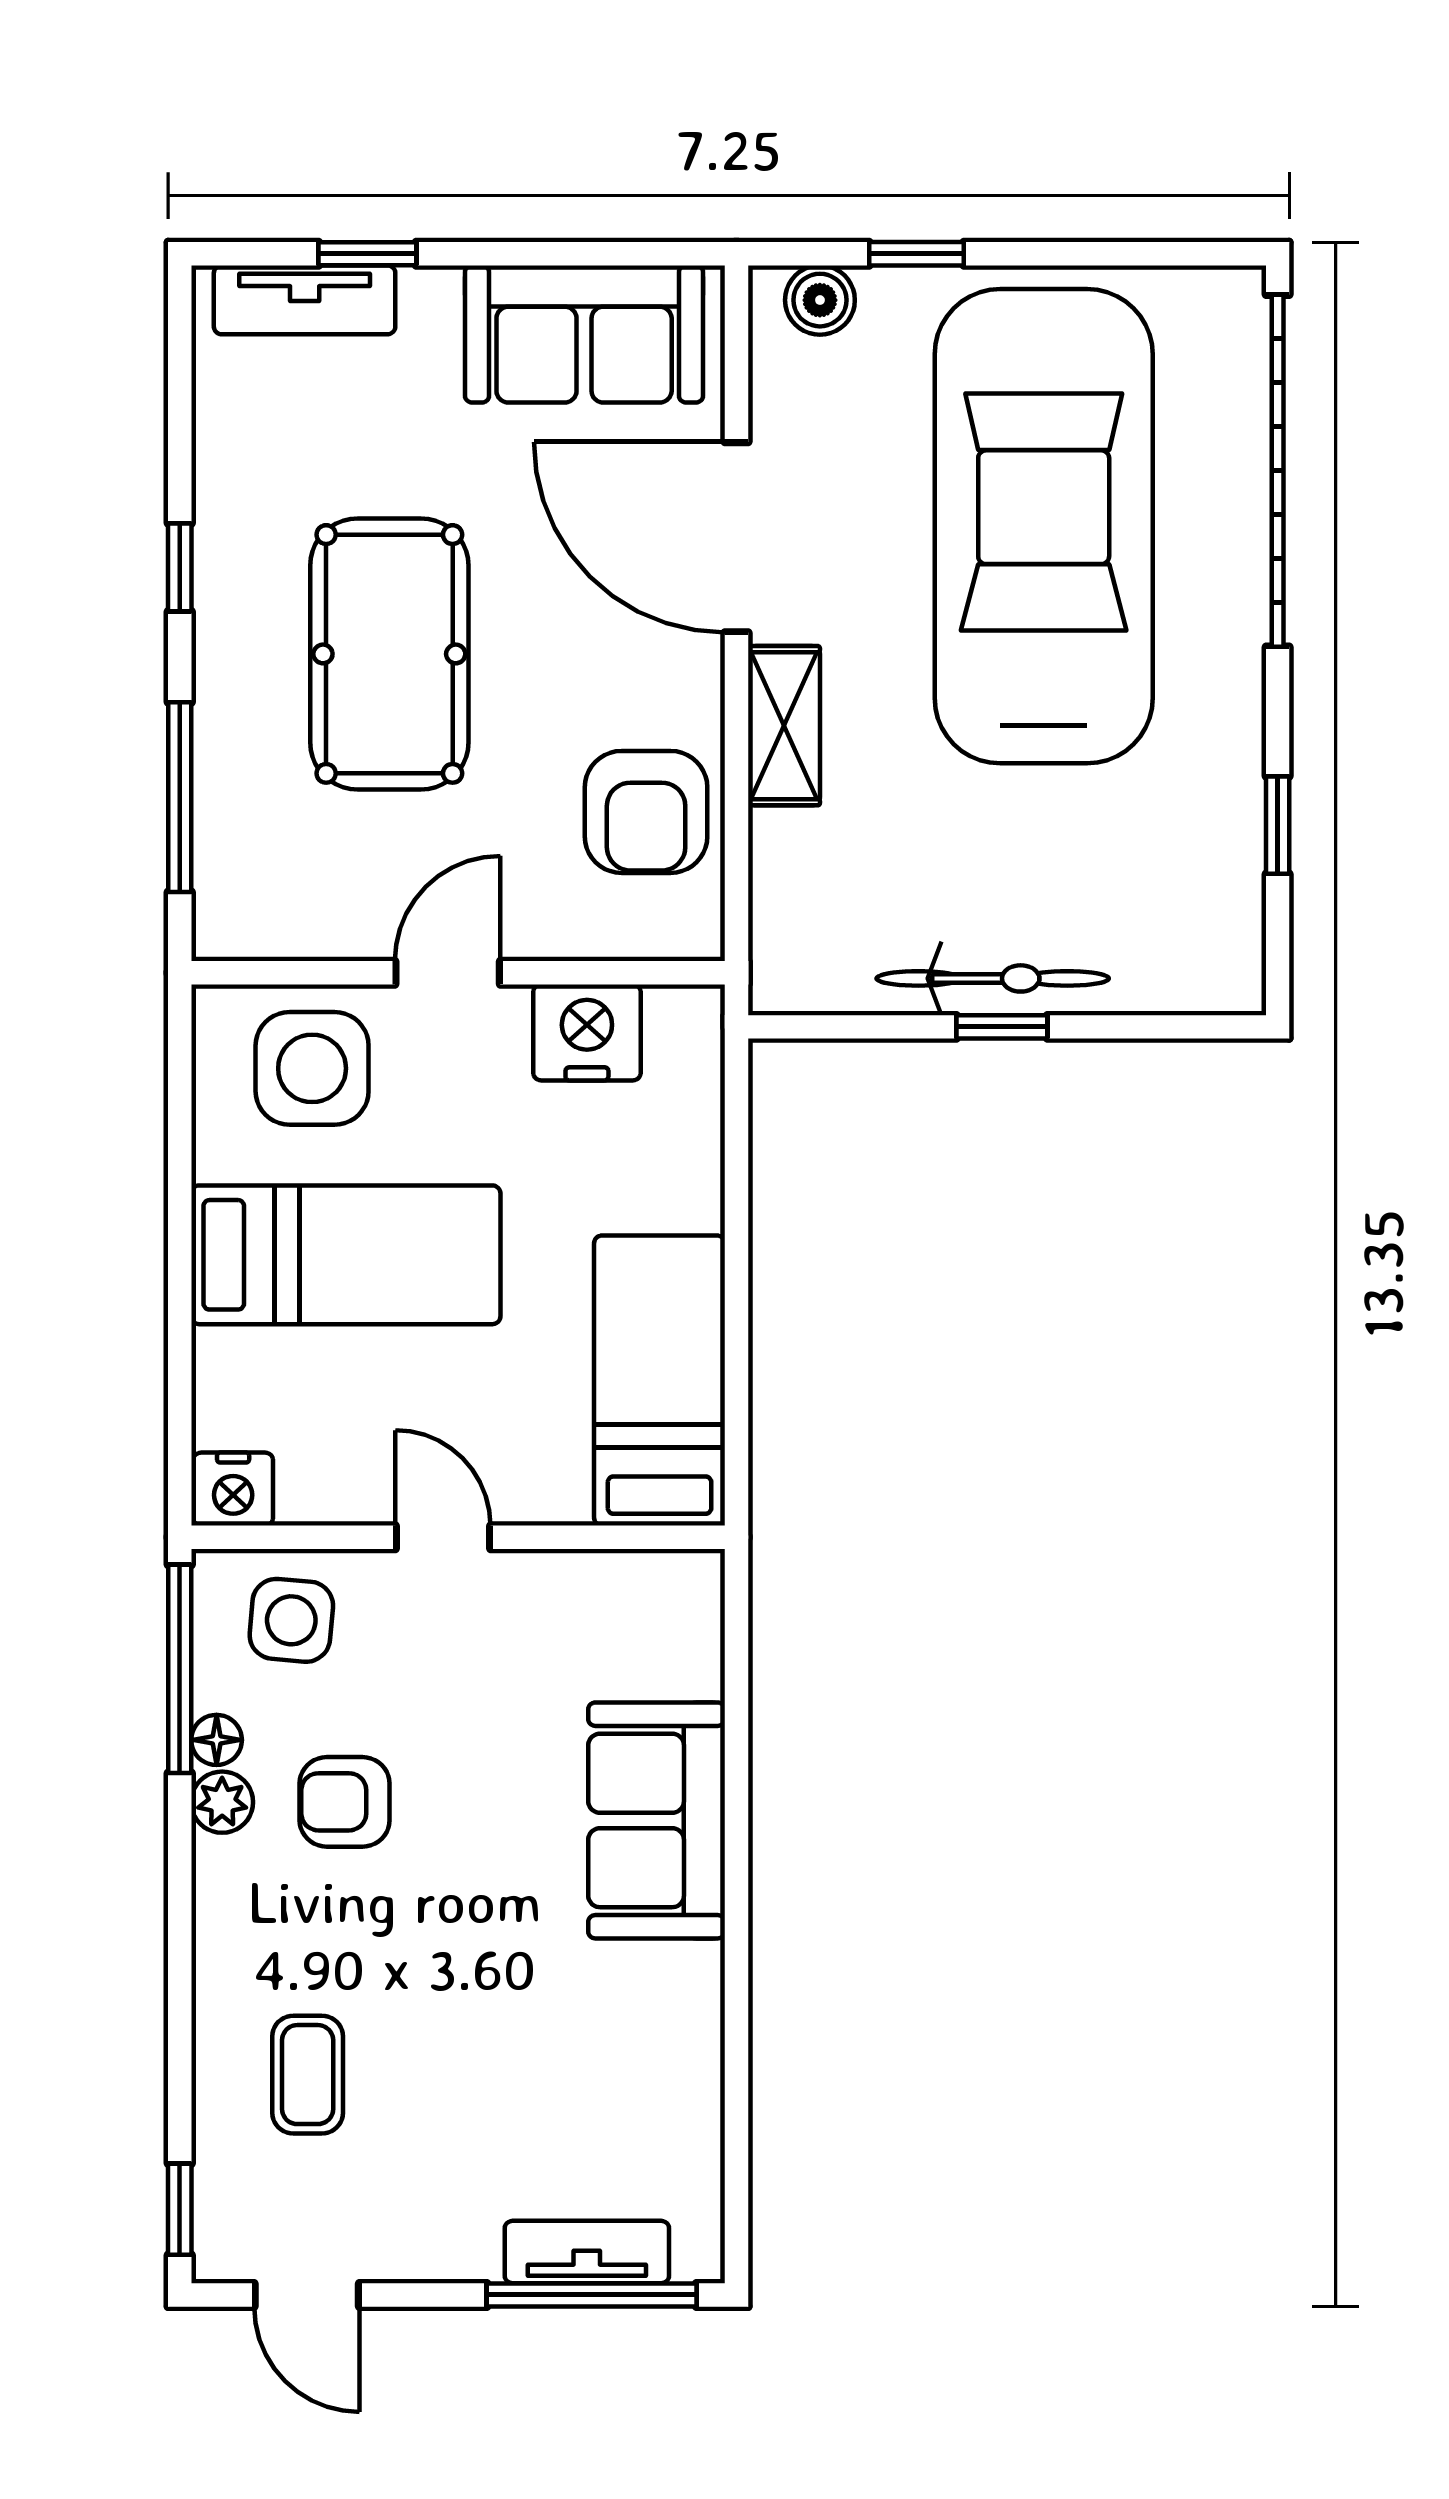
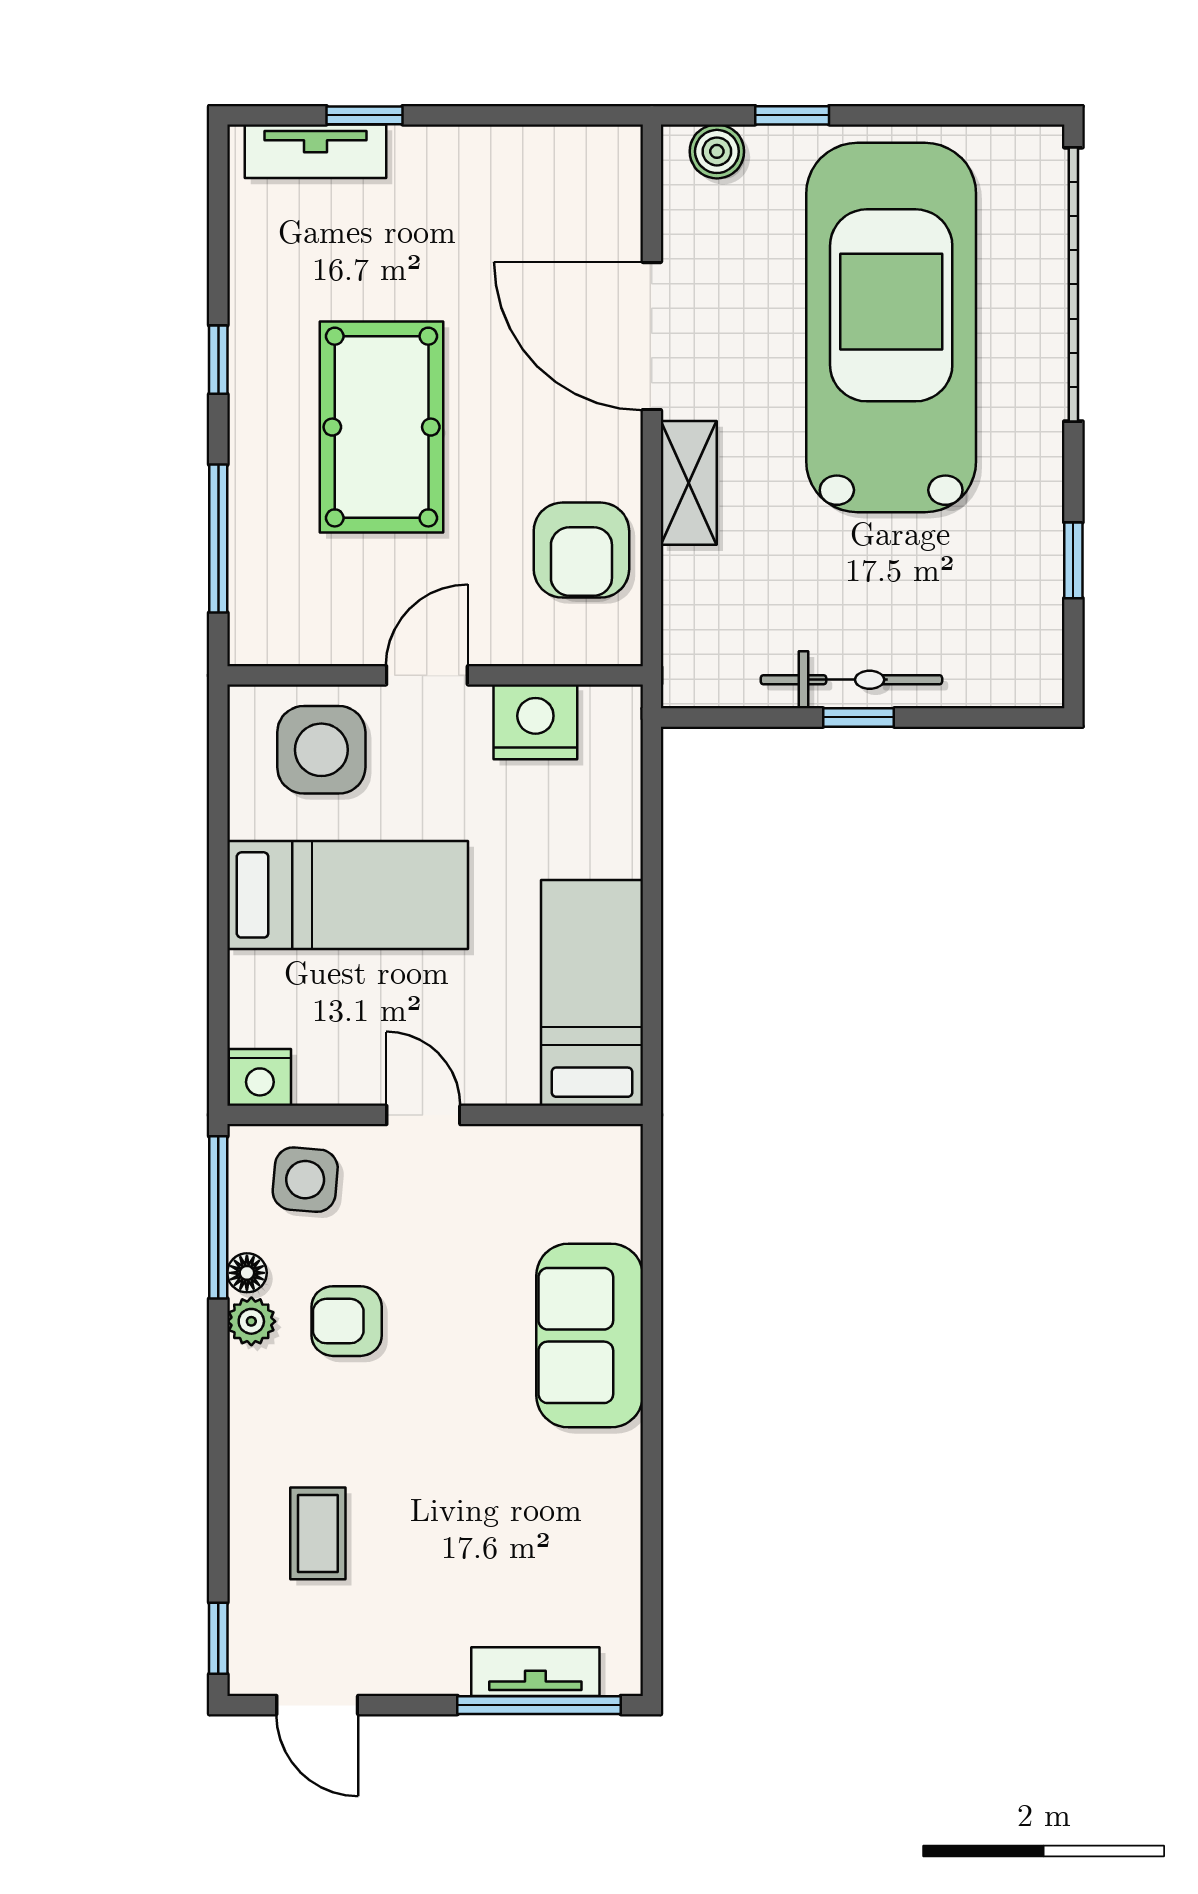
sofa: (584, 334) -> (533, 178), removed

